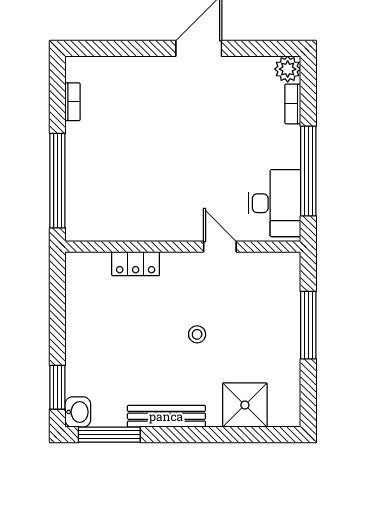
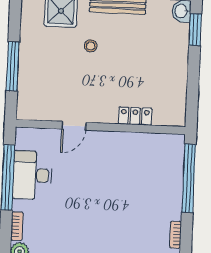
desk: (274, 203) -> (32, 175), moved
door: (220, 247) -> (74, 126), hinge flipped
stool: (197, 334) -> (91, 46), moved

